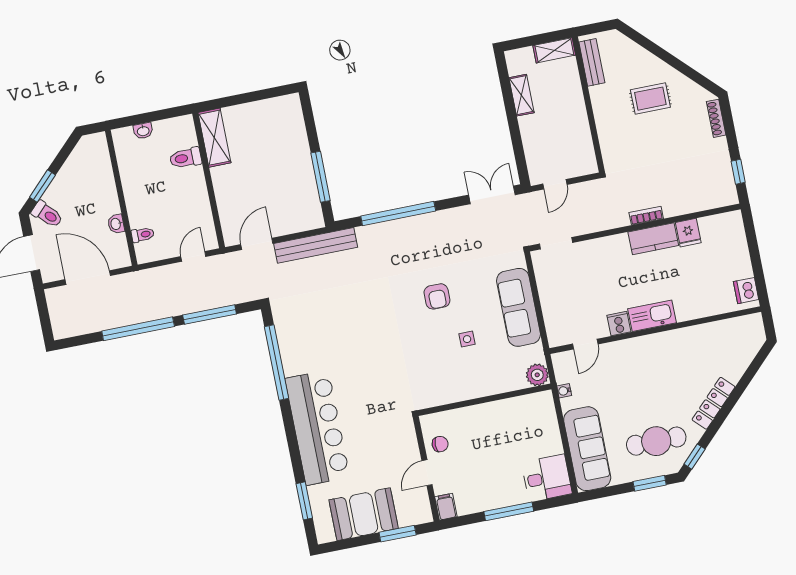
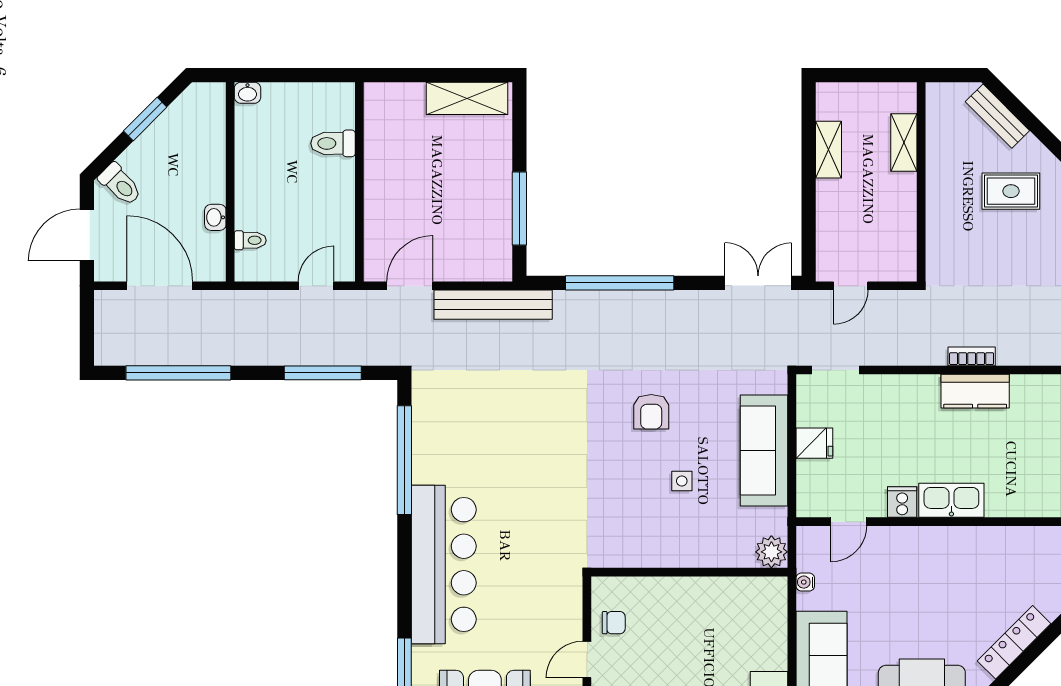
shelving: (554, 50) -> (904, 143), moved, turned 90
bench: (592, 62) -> (997, 116), moved, turned -45
washbasin: (143, 131) -> (248, 93), moved
shelving: (214, 138) -> (467, 98), moved, turned 90
window: (42, 186) -> (145, 119), moved
fridge: (688, 233) -> (814, 443), moved, turned -90
window: (138, 329) -> (178, 373), moved

